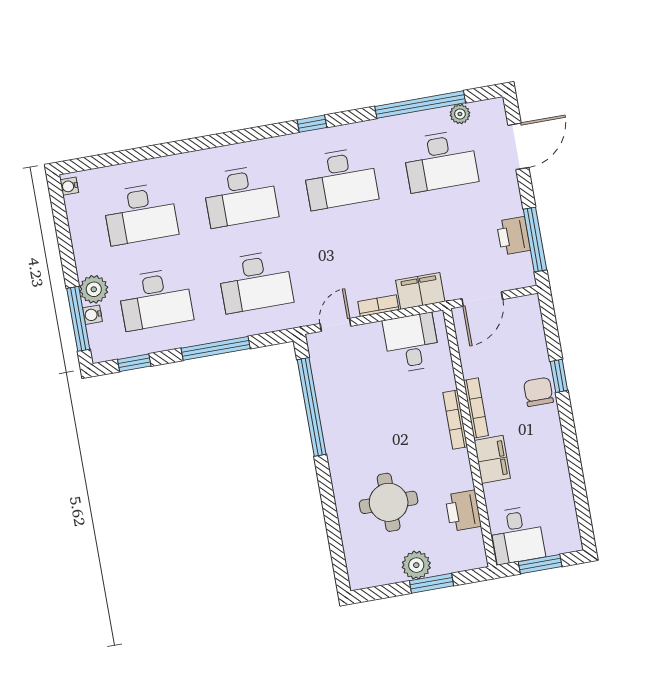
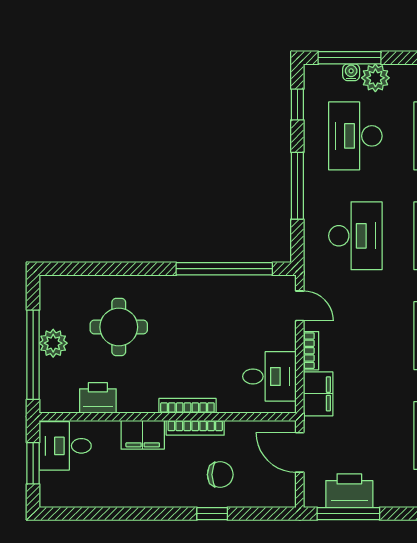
printer: (513, 236) -> (349, 491), width x1.37, depth x1.19
desk: (255, 282) -> (355, 236), turned 180
chair: (538, 392) -> (220, 475), moved
window: (431, 583) -> (33, 355), width x2.11

